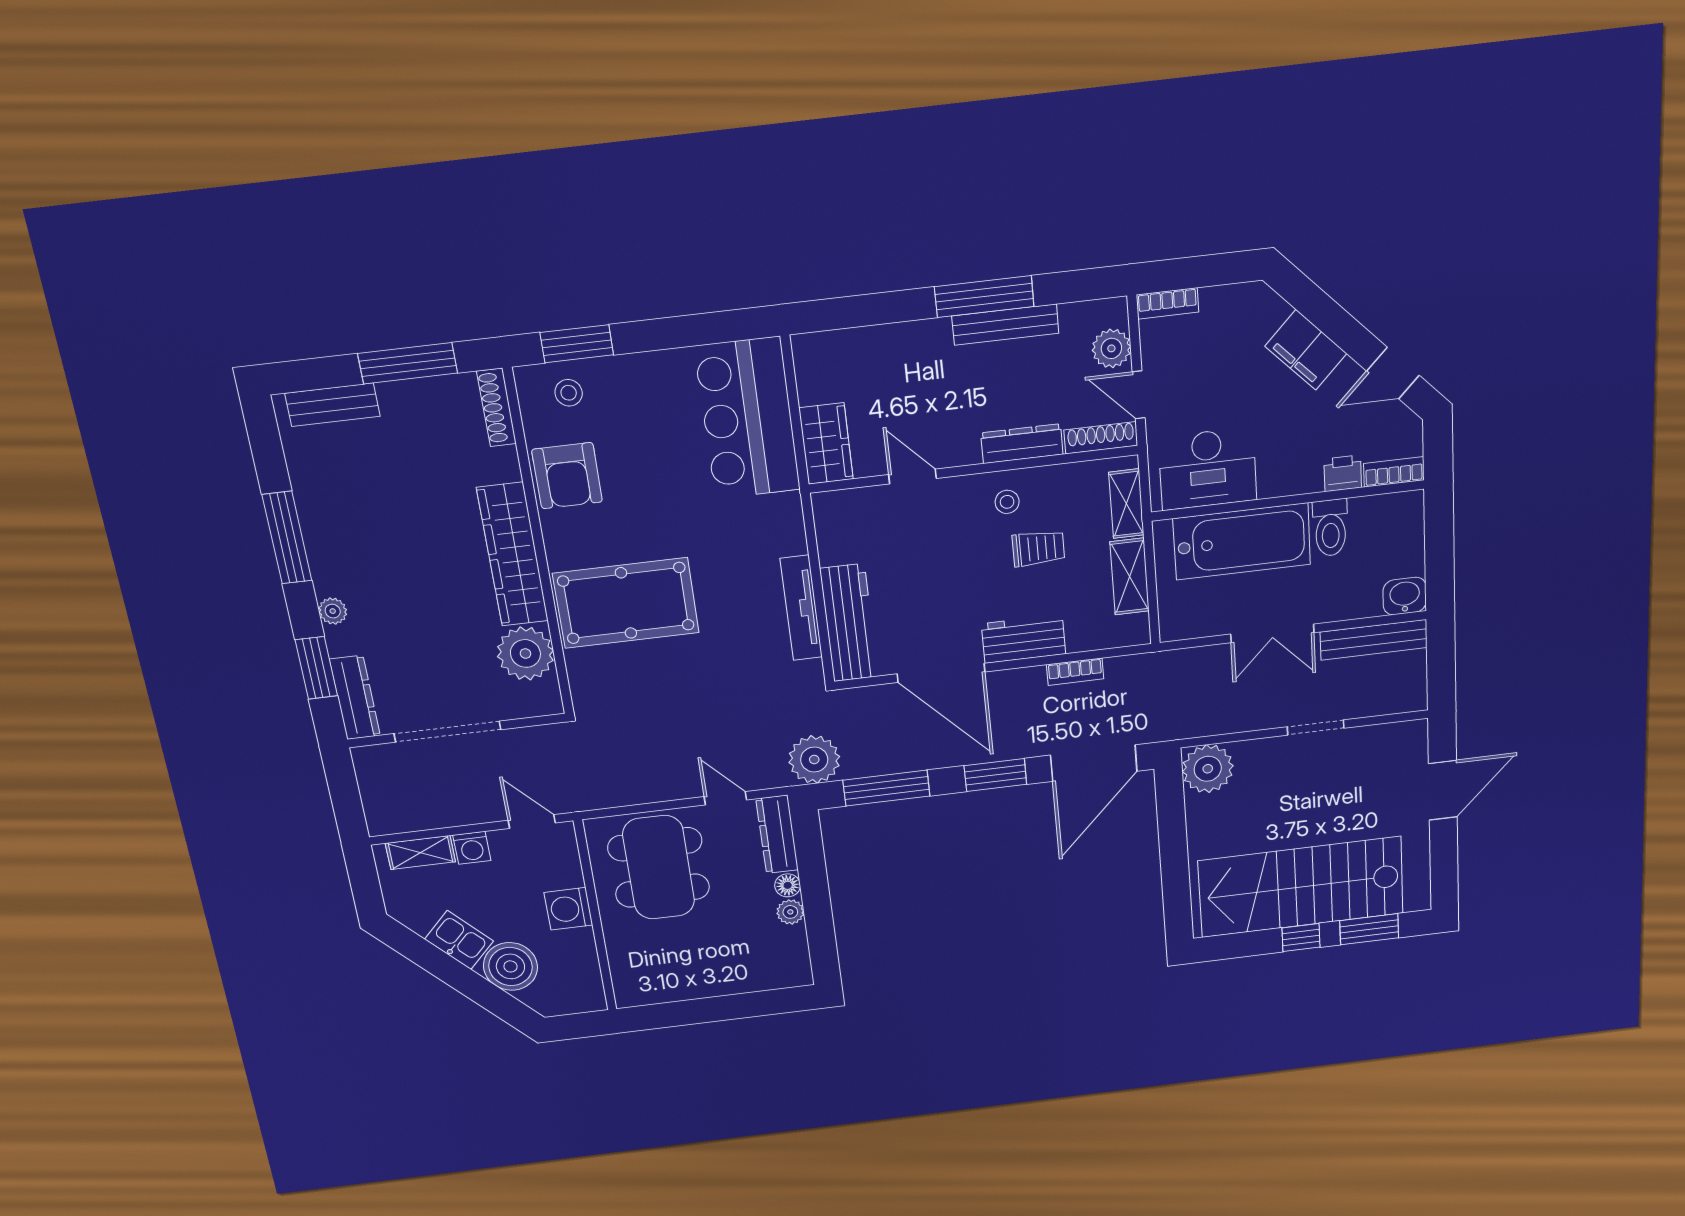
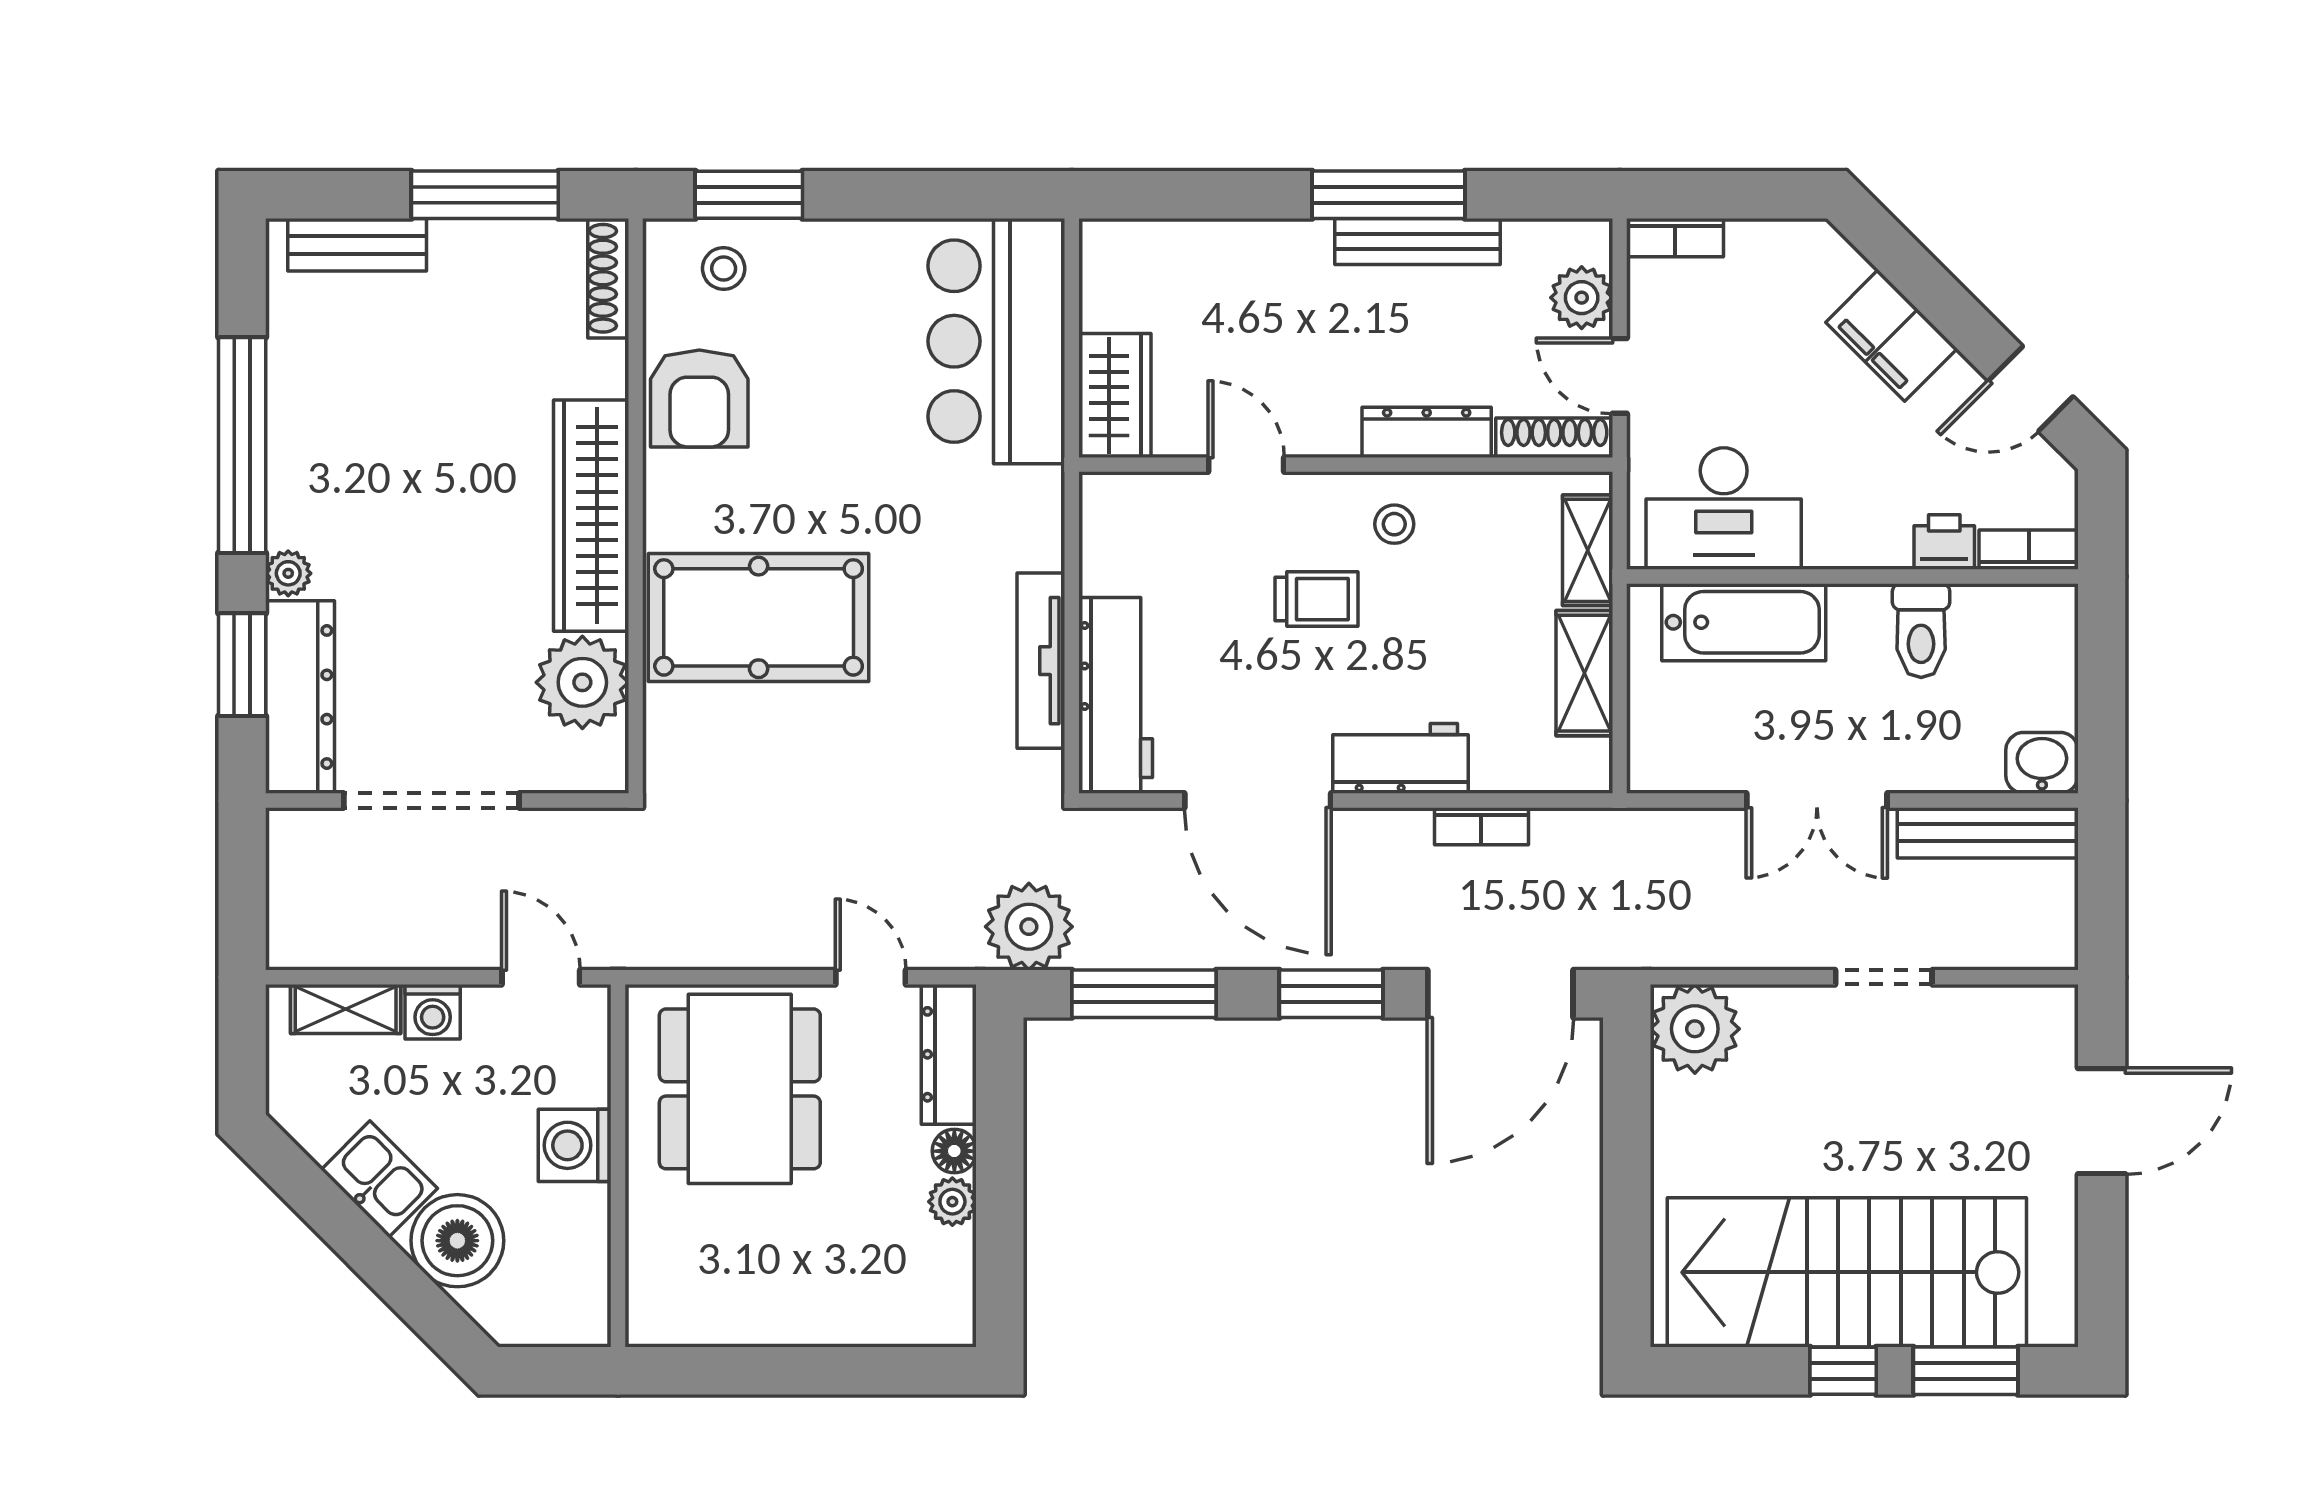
window: (287, 538) -> (242, 445), width x1.46
bathtub: (1242, 541) -> (1744, 622), width x0.73, depth x0.73
trolley: (1038, 548) -> (1317, 599), moved
dresser: (355, 698) -> (300, 697), width x1.37, depth x1.24

